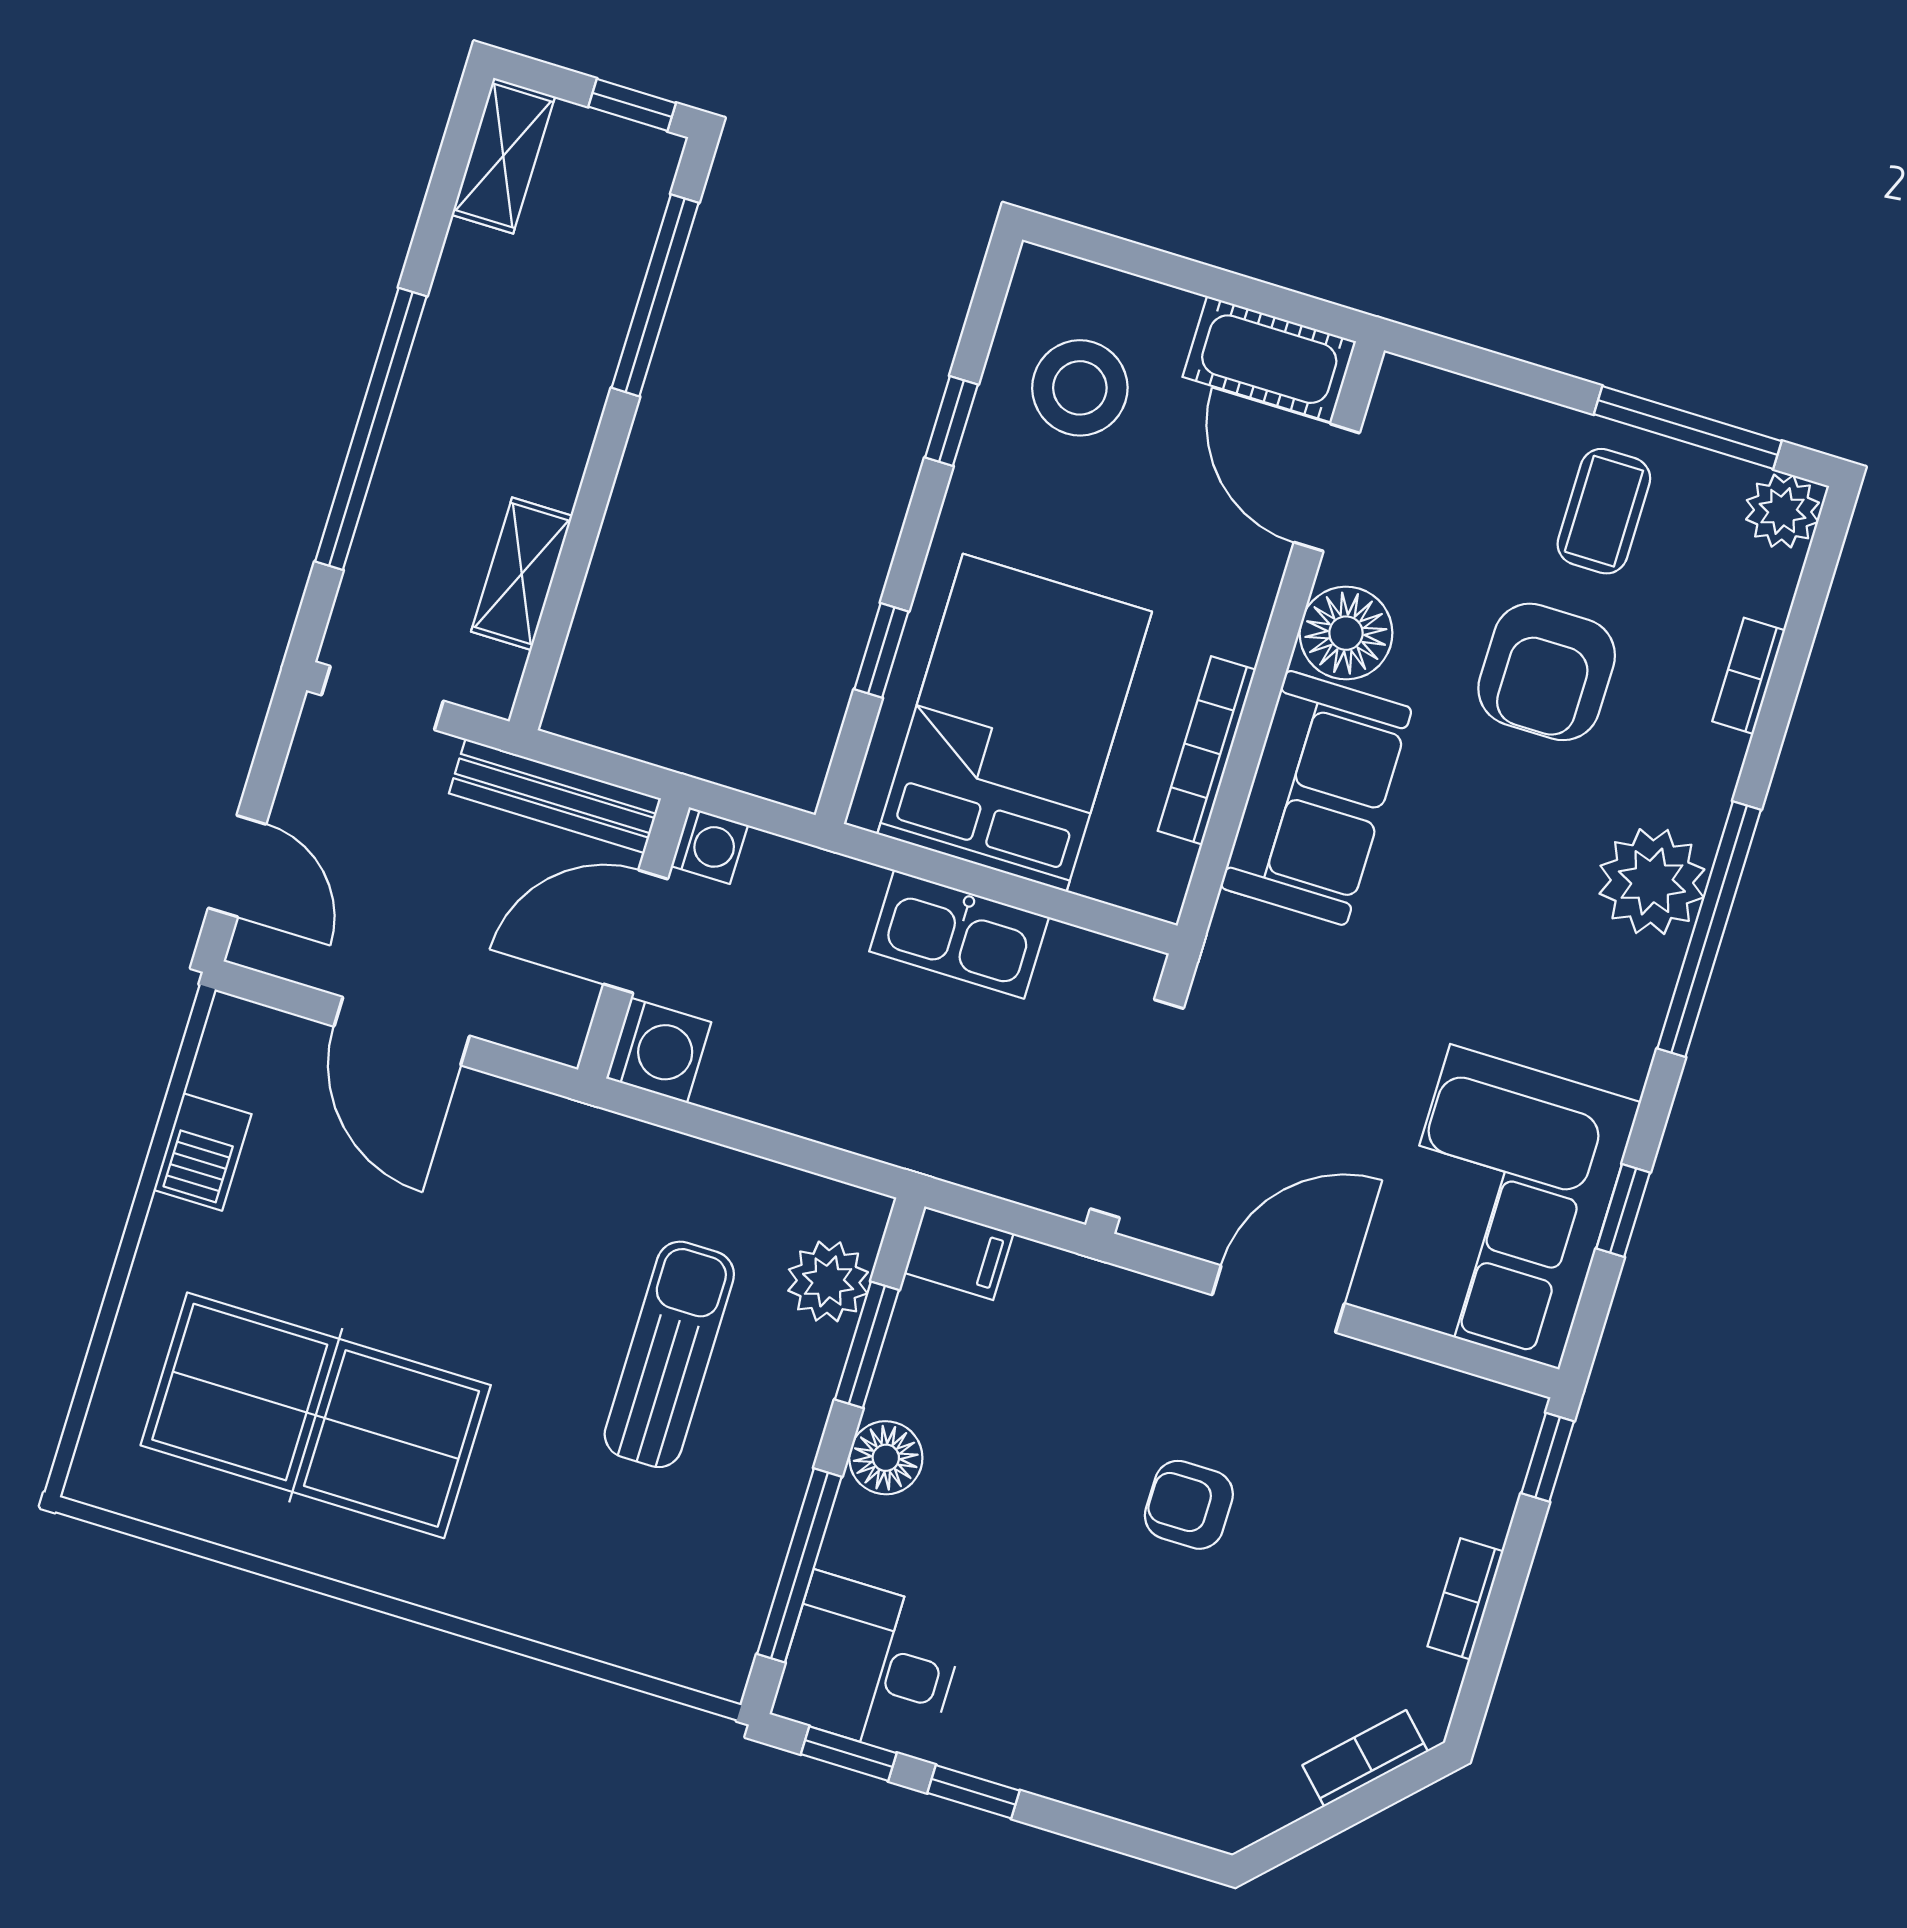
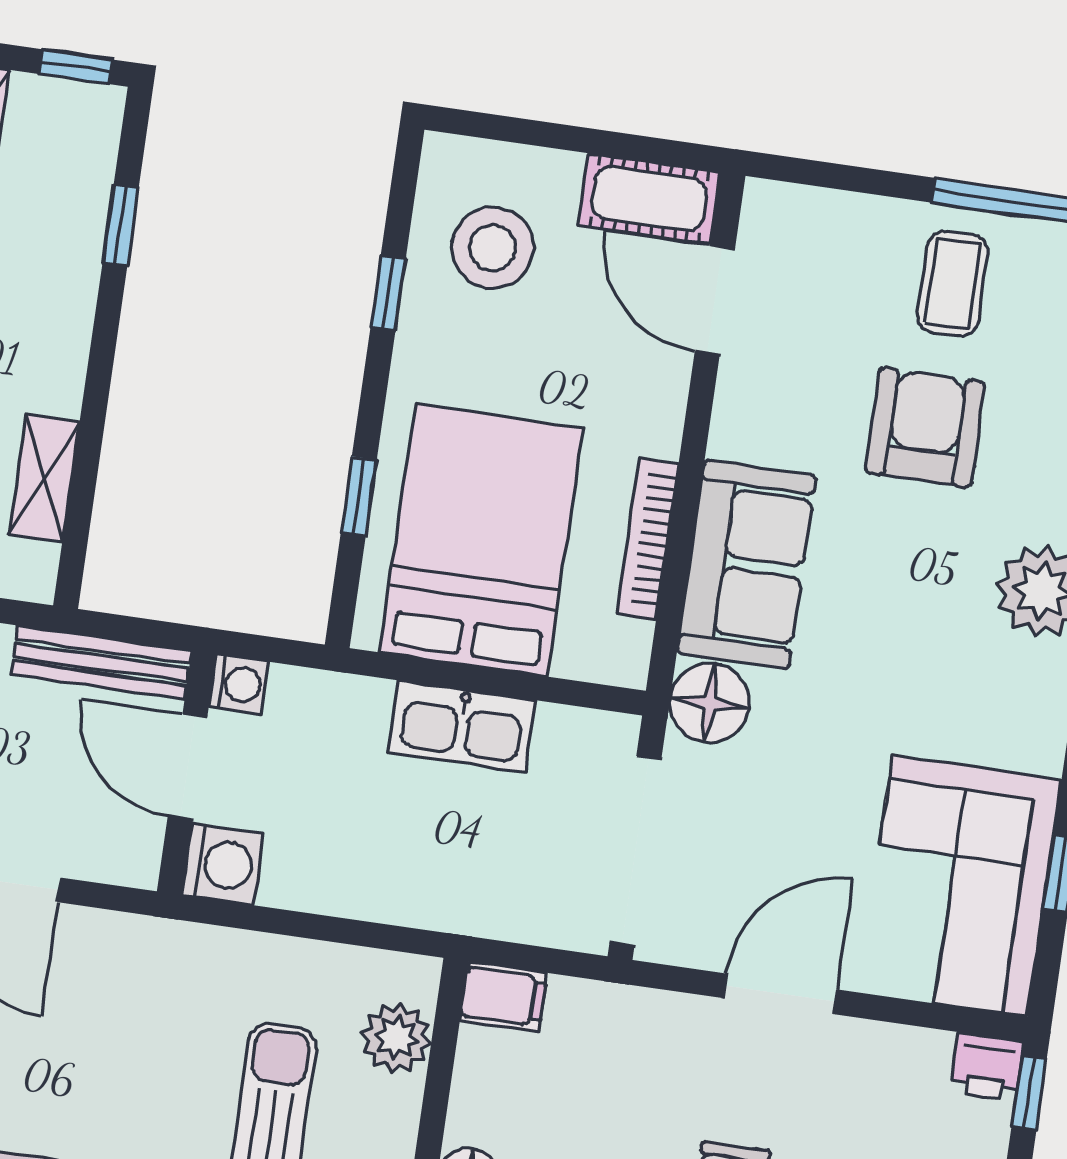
window: (655, 295) -> (121, 225), width x0.46
floor lamp: (1346, 633) -> (709, 703), moved
armchair: (1547, 672) -> (925, 427), turned 180
door: (636, 931) -> (188, 767), hinge flipped
window: (867, 1345) -> (438, 1086), removed
printer: (1504, 1420) -> (987, 1066), added

